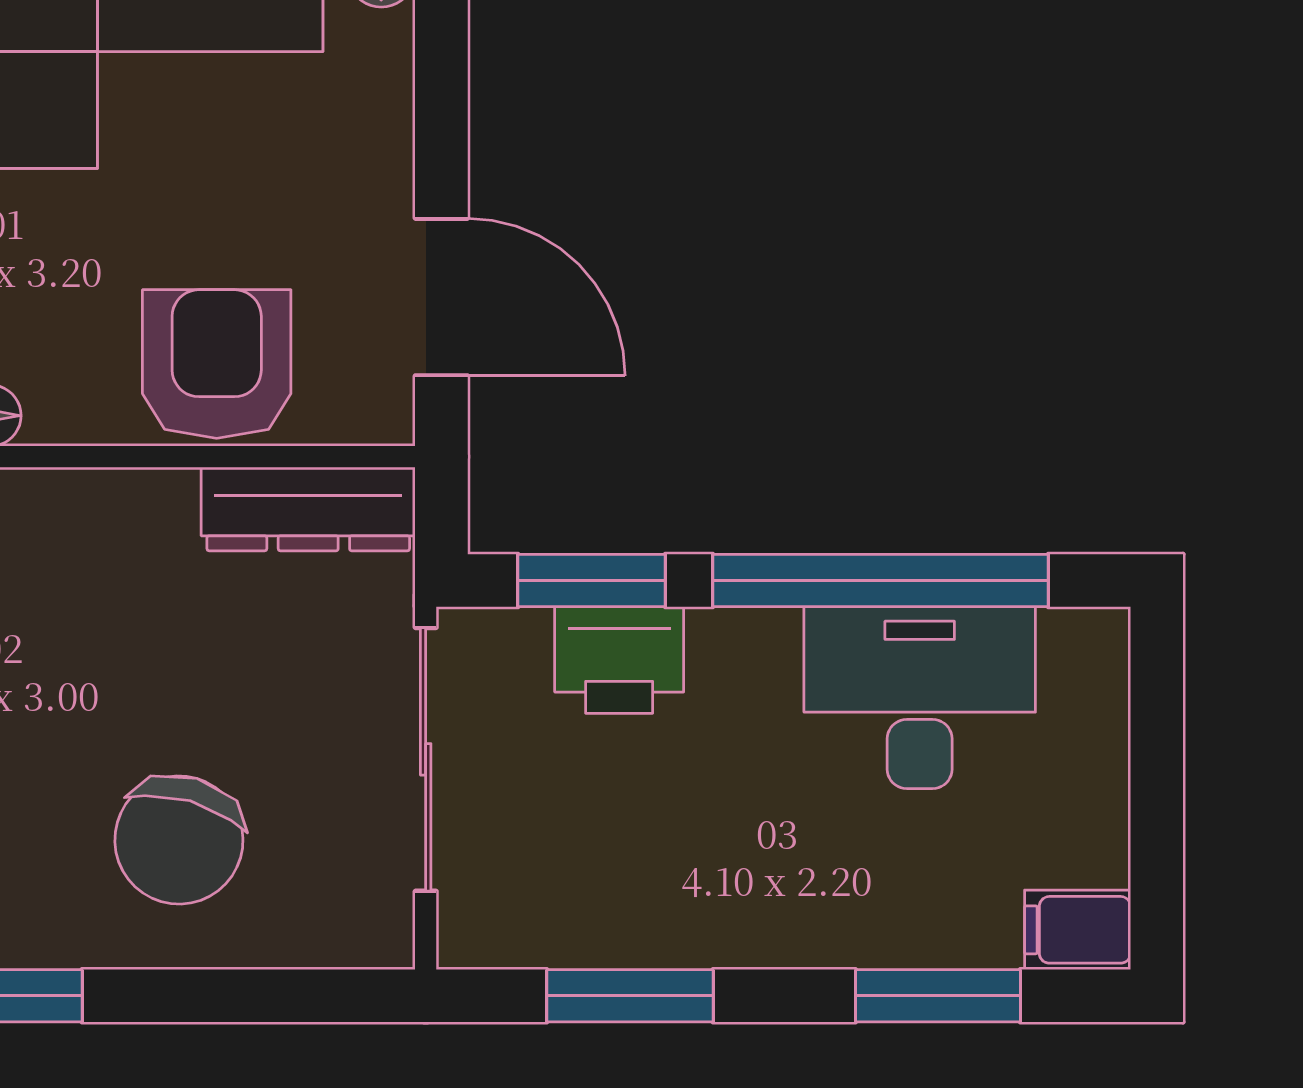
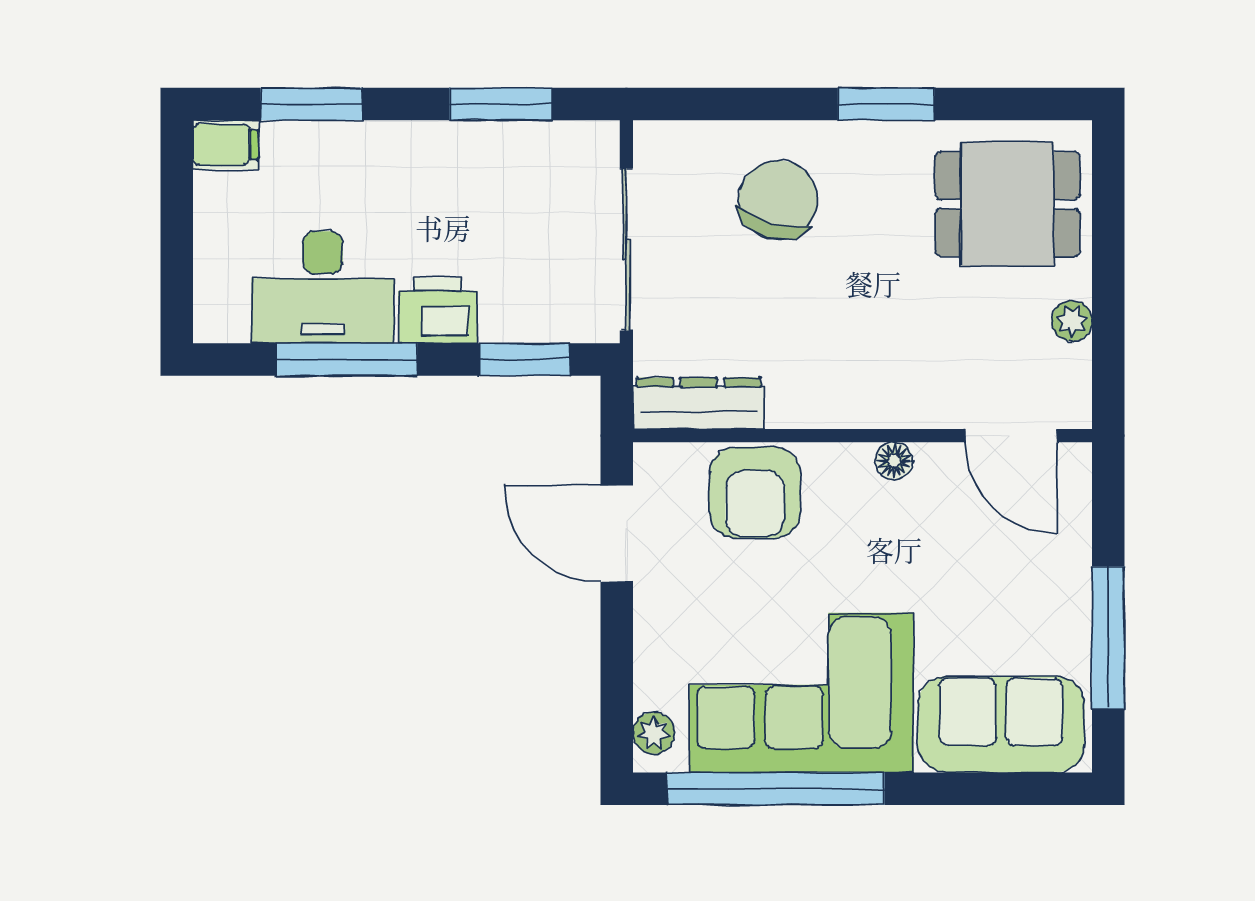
window: (881, 581) -> (347, 359), width x0.68
printer: (619, 660) -> (438, 311), moved

